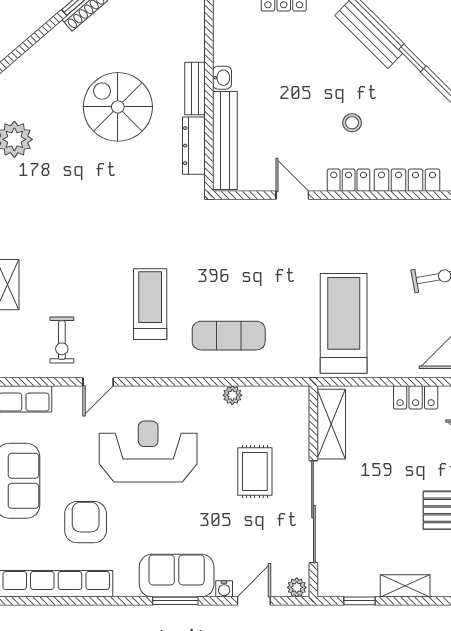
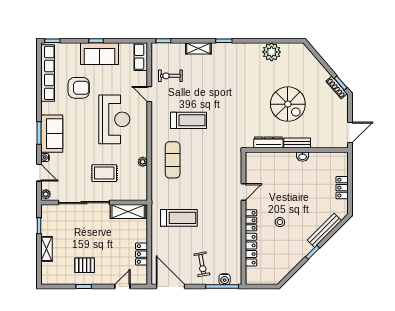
spiral stairs: (118, 107) -> (288, 104), turned 90
bench: (225, 140) -> (271, 158), removed
treadmill: (344, 323) -> (179, 218), width x0.73, depth x0.73

